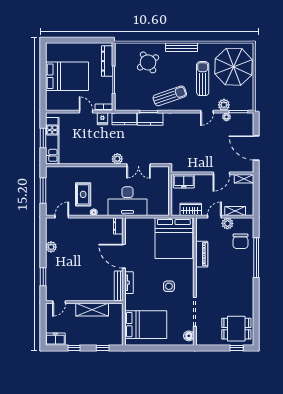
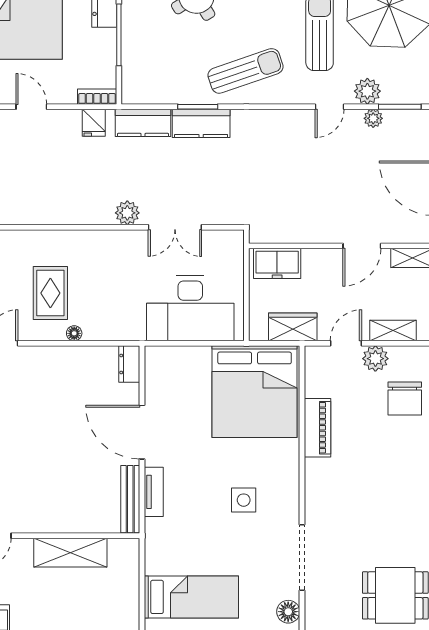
door: (86, 112) -> (31, 107), moved
desk: (128, 201) -> (190, 308), moved
bed: (146, 325) -> (191, 597), width x0.67

